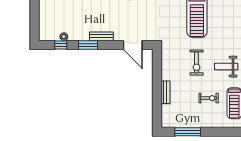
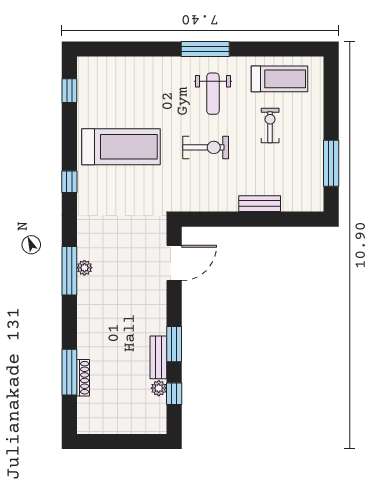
bench: (101, 36) -> (158, 357), moved

